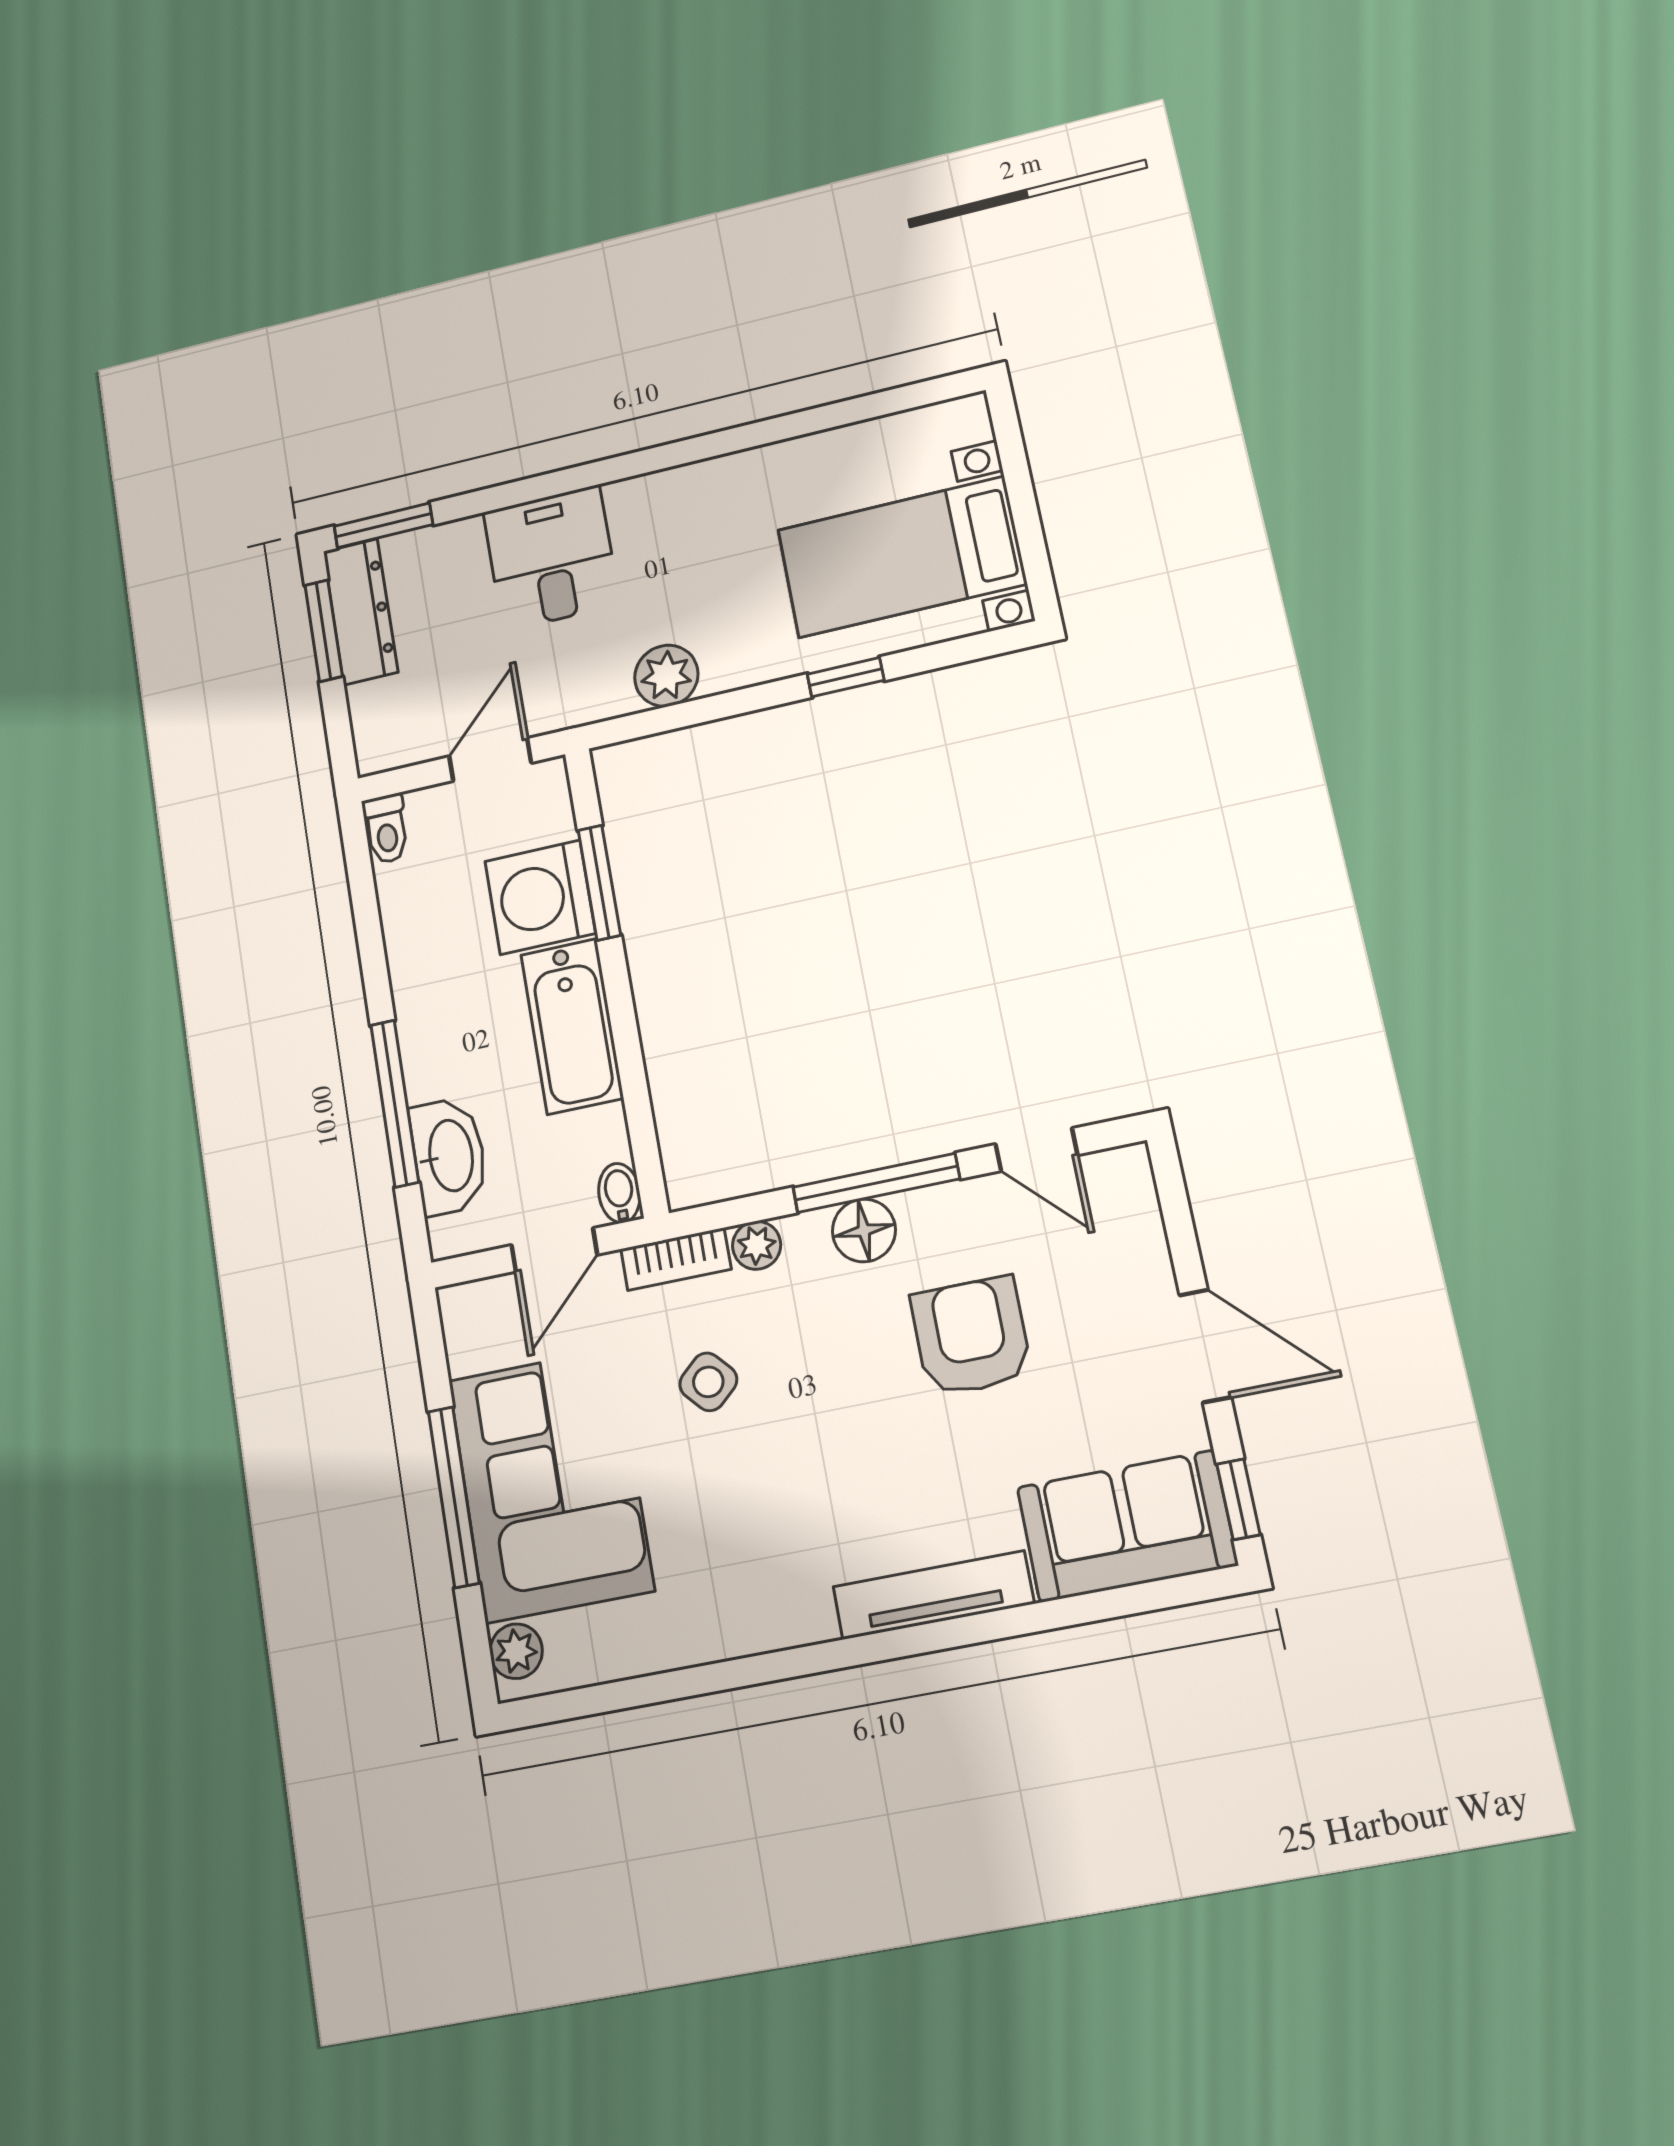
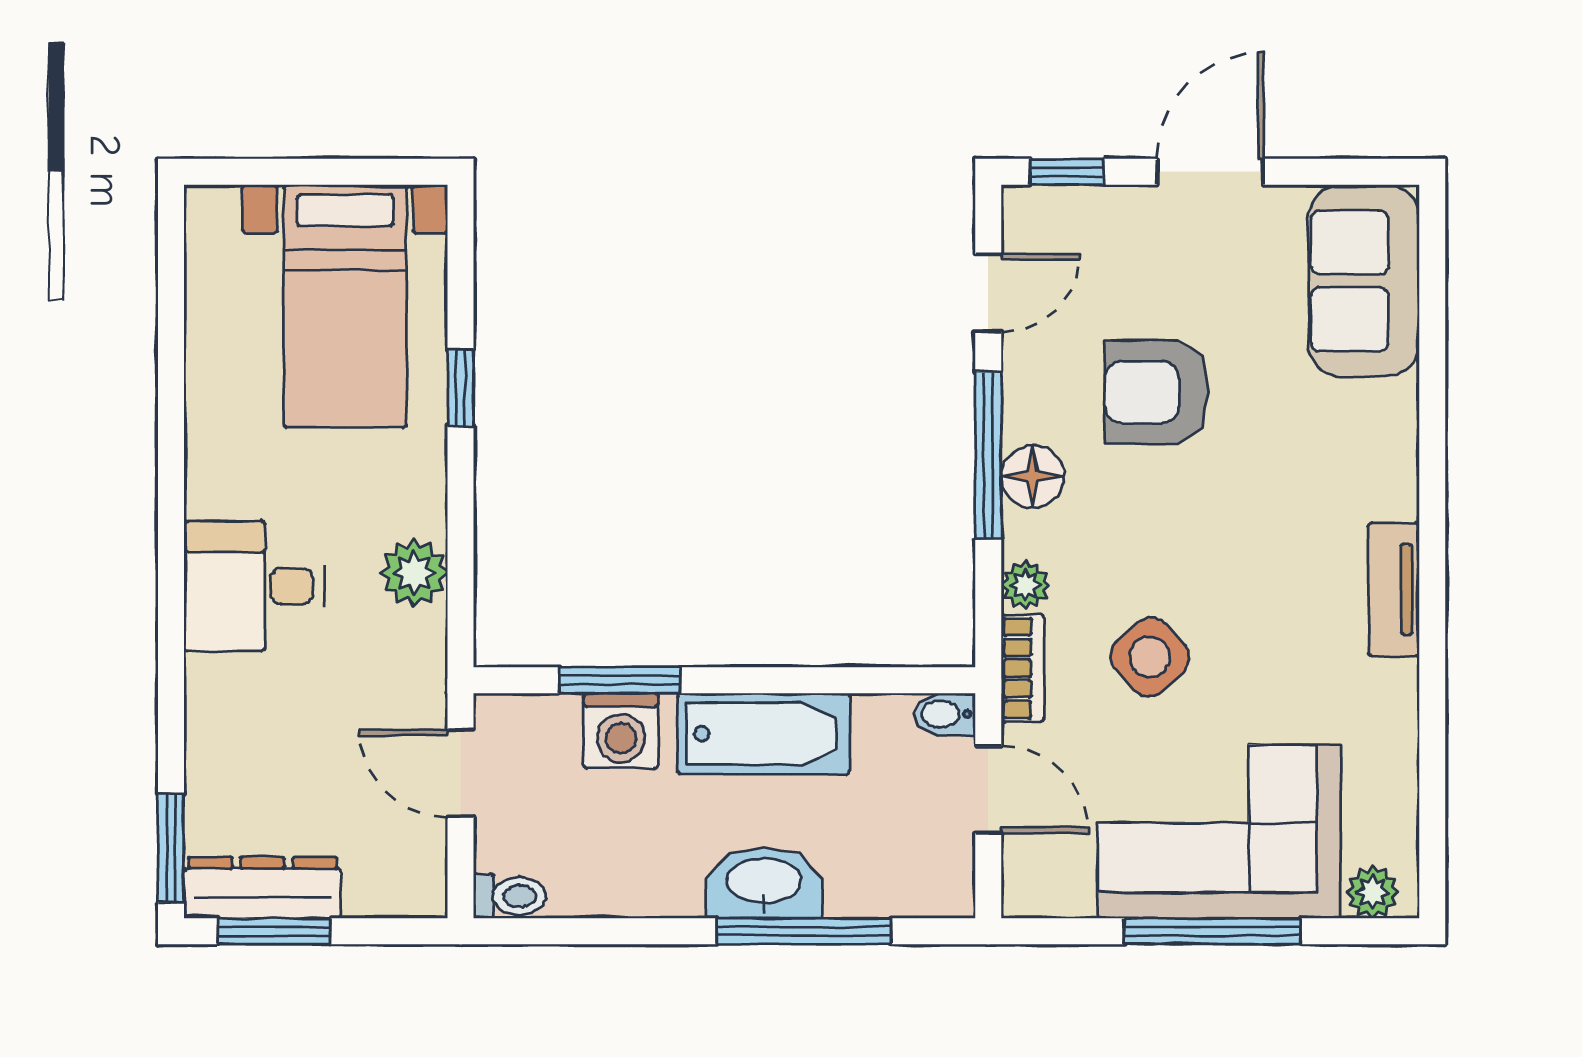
desk: (551, 558) -> (254, 586), moved
washing machine: (540, 897) -> (621, 731), width x0.73, depth x0.73
washbasin: (449, 1156) -> (764, 883), moved
side table: (708, 1382) -> (1150, 657), width x1.37, depth x1.37
window: (1238, 1499) -> (1067, 172), moved
tv unit: (933, 1595) -> (1394, 589), moved, width x0.71

